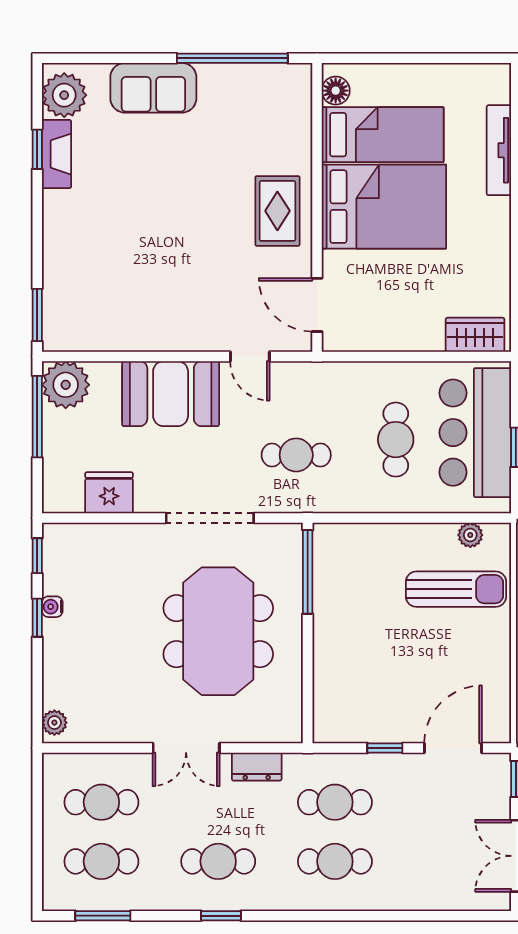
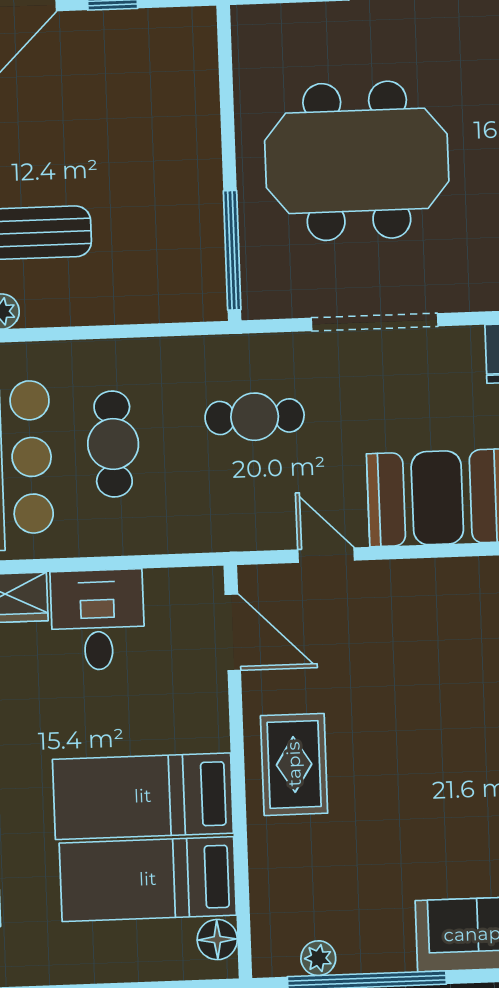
plant: (266, 75) -> (318, 958), added
bed: (384, 207) -> (143, 796), width x0.67
desk: (411, 317) -> (98, 620), added
meeting table: (218, 631) -> (357, 161), turned 90

